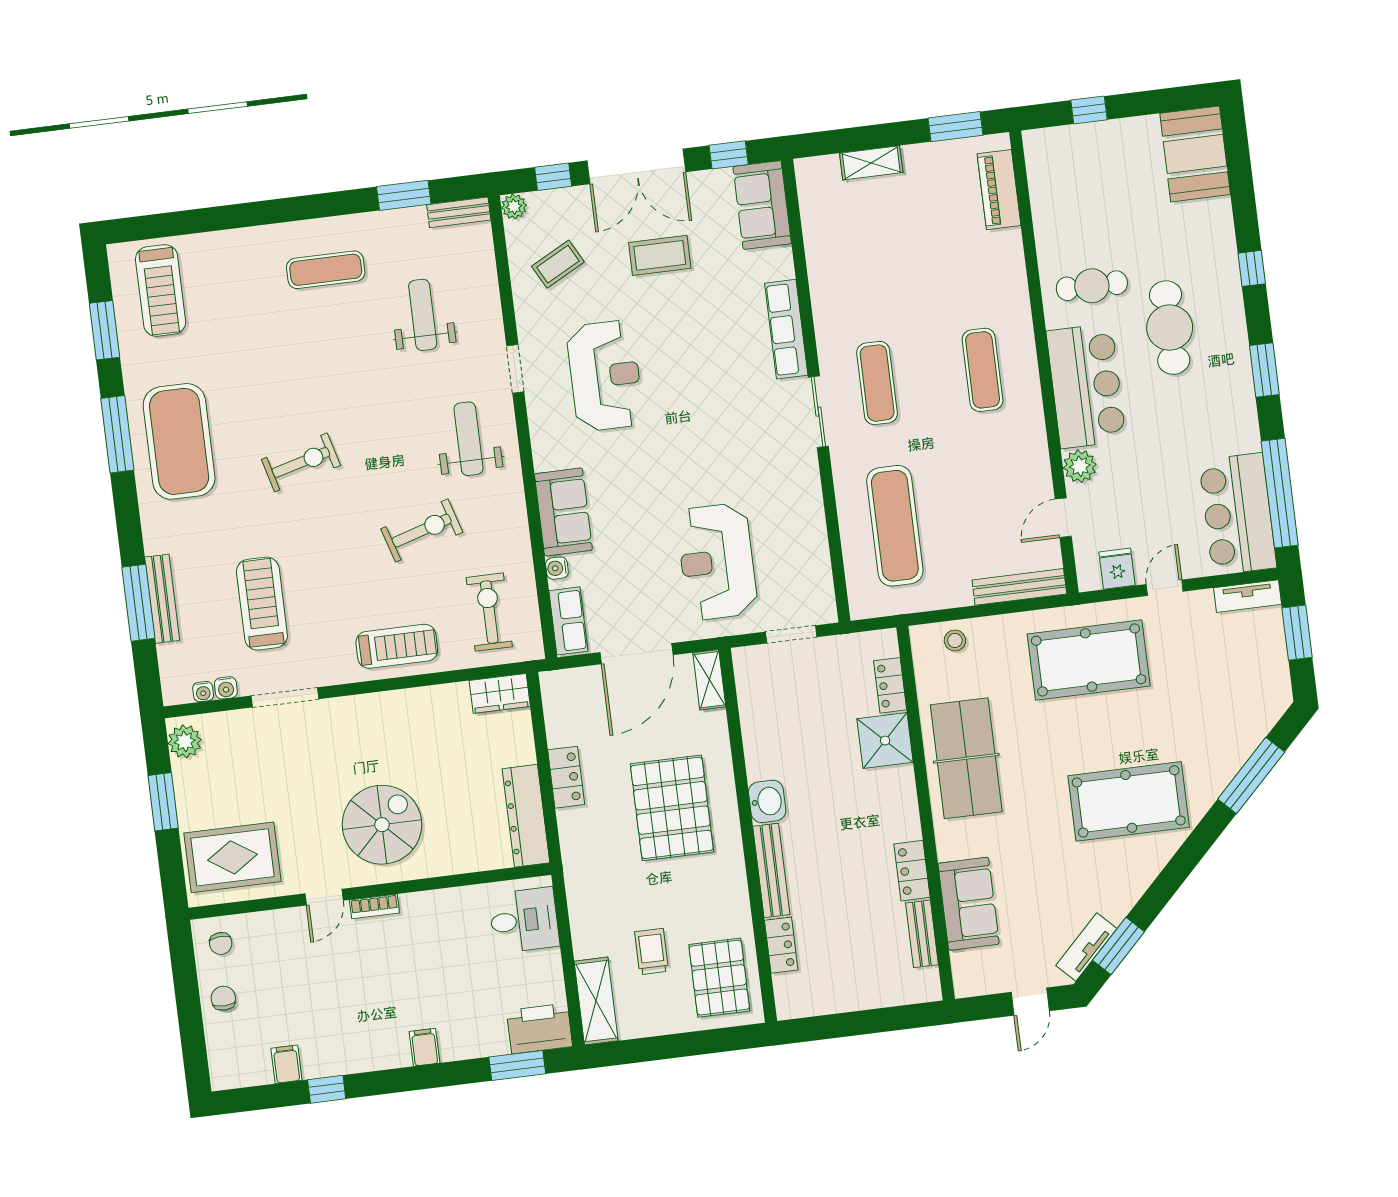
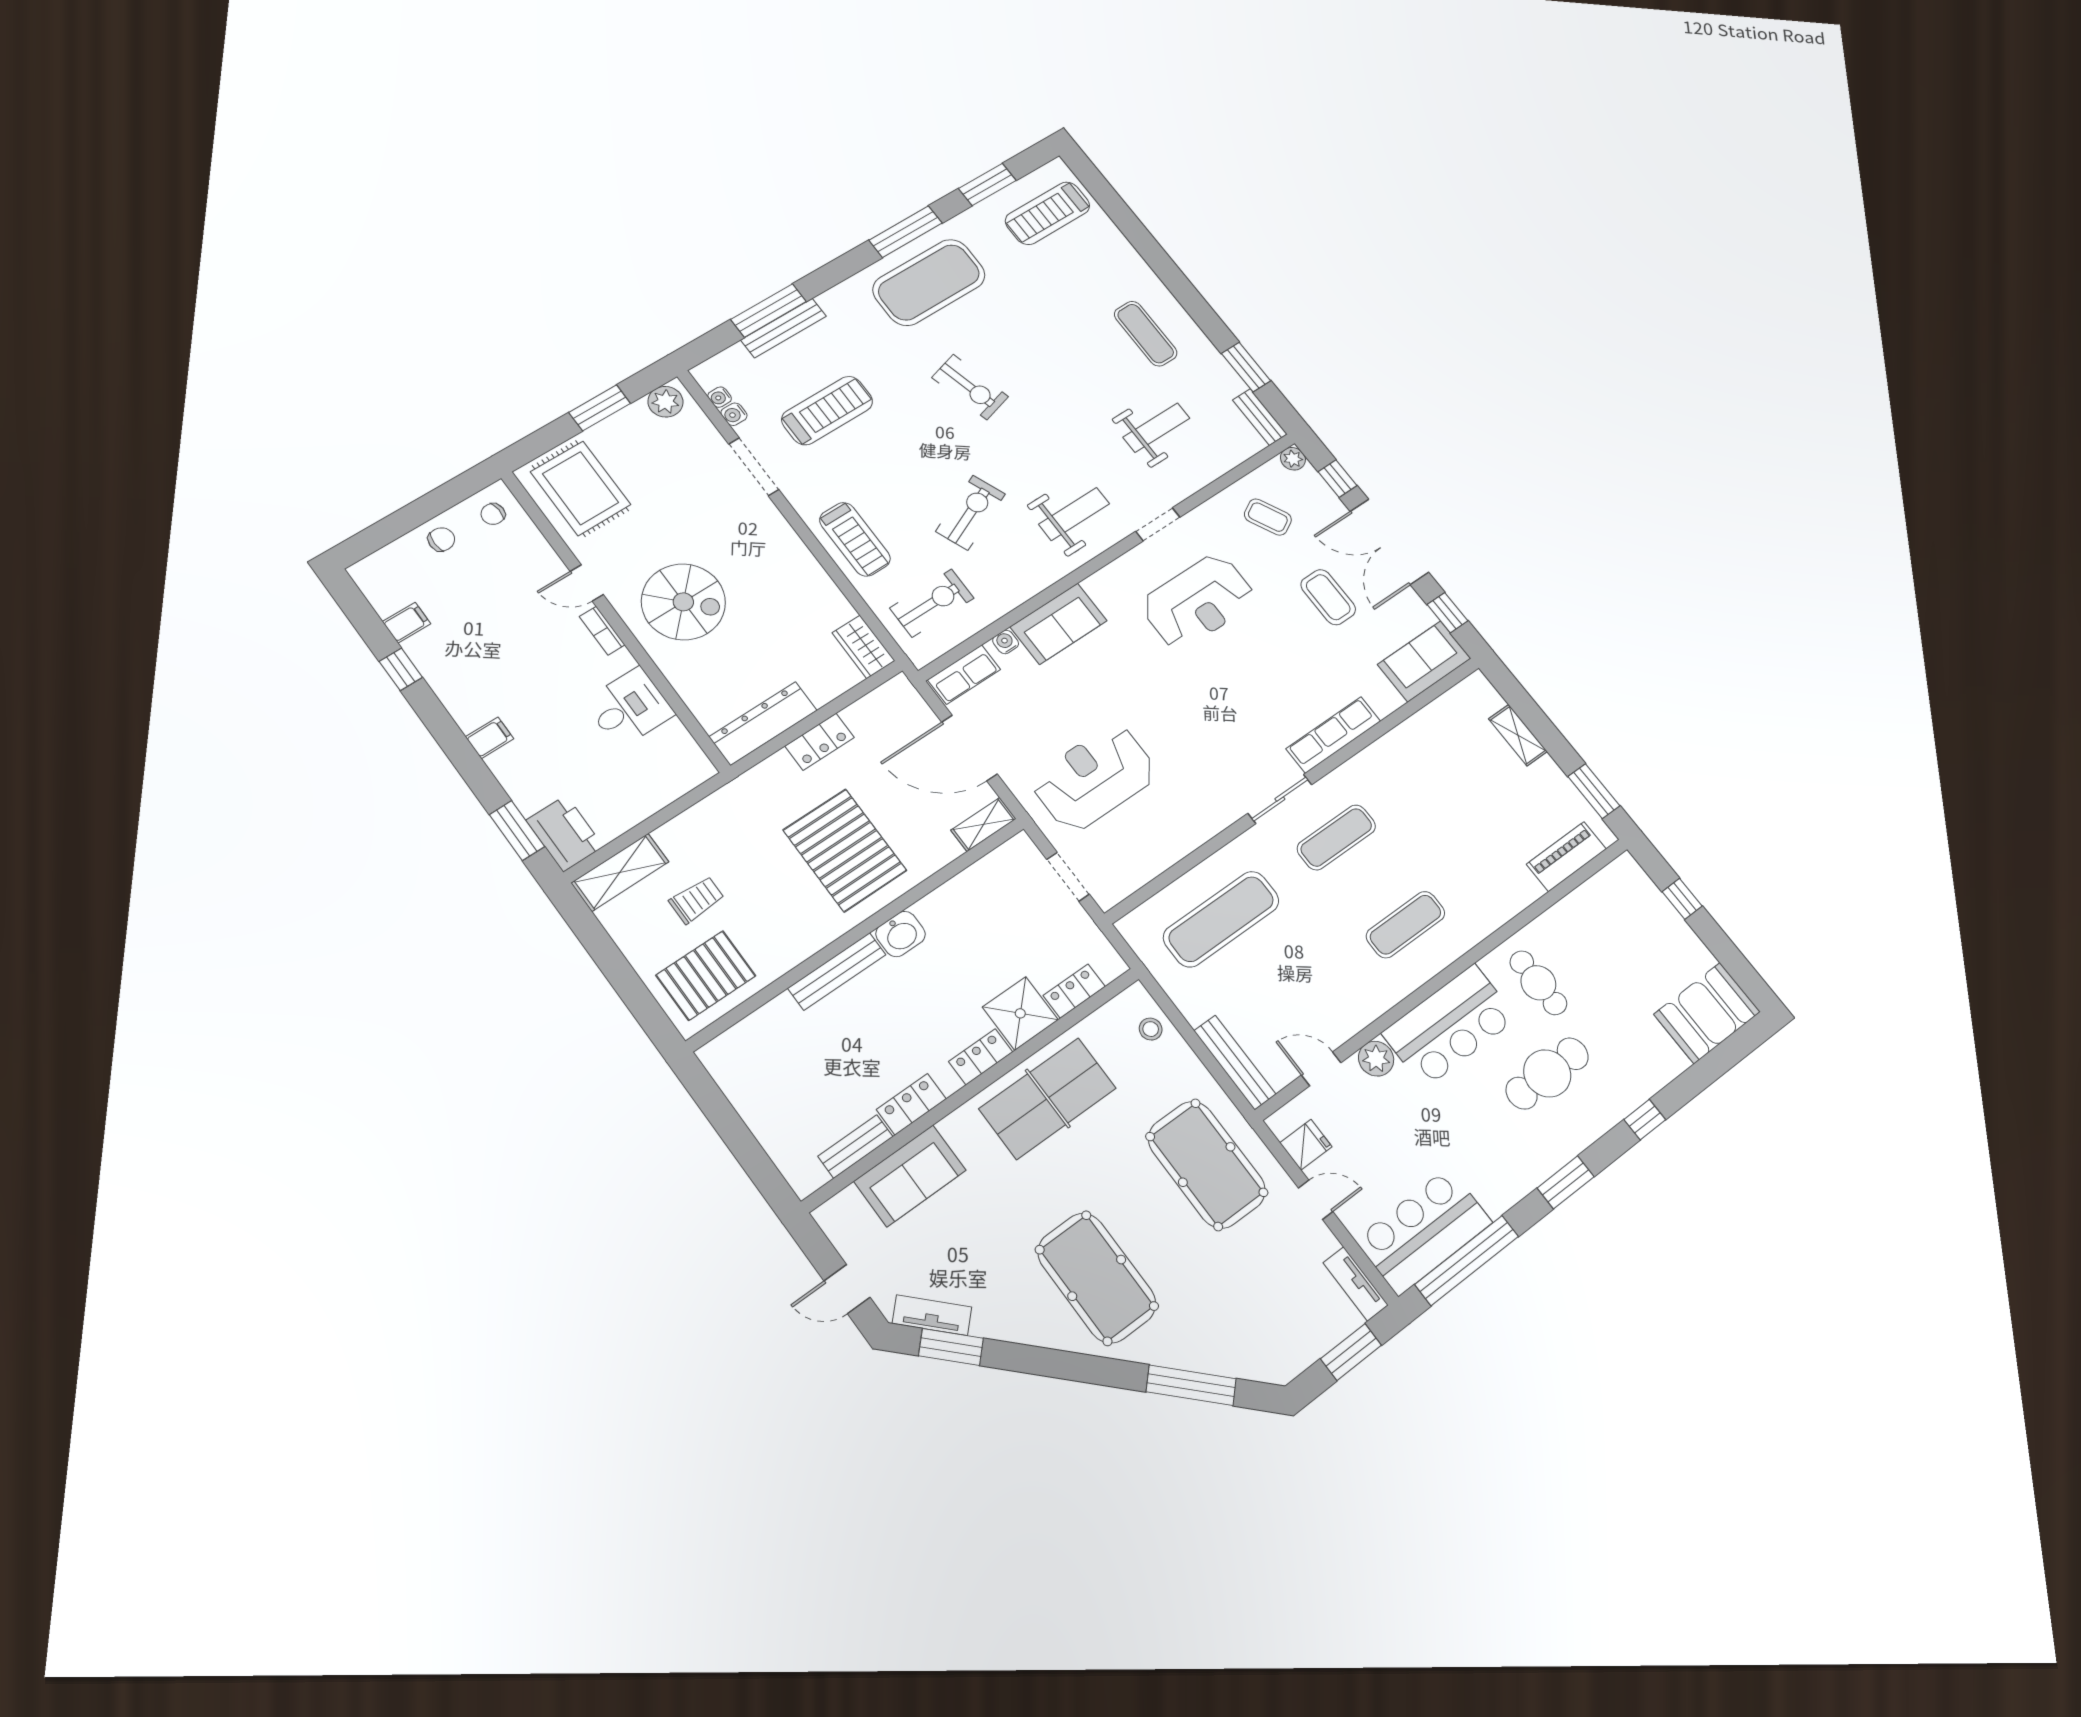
exercise bike: (422, 531) -> (970, 513), turned -96
pallet: (672, 808) -> (845, 850), turned 90
desk: (524, 920) -> (629, 708), moved, turned -90
locker: (781, 945) -> (981, 1057), moved, turned 180

